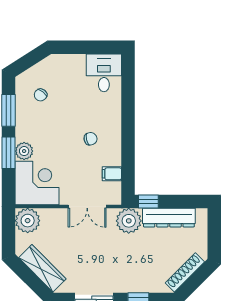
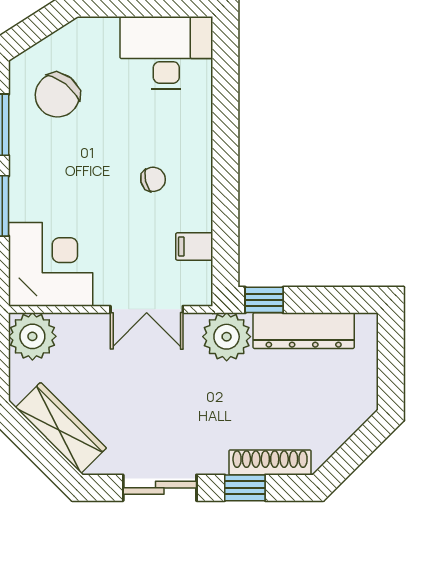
desk: (104, 73) -> (166, 53), width x1.37
chair: (41, 95) -> (57, 95), width x1.87, depth x1.87
plant: (24, 151) -> (26, 203), removed
shoe rack: (185, 272) -> (270, 462), moved, turned 45

